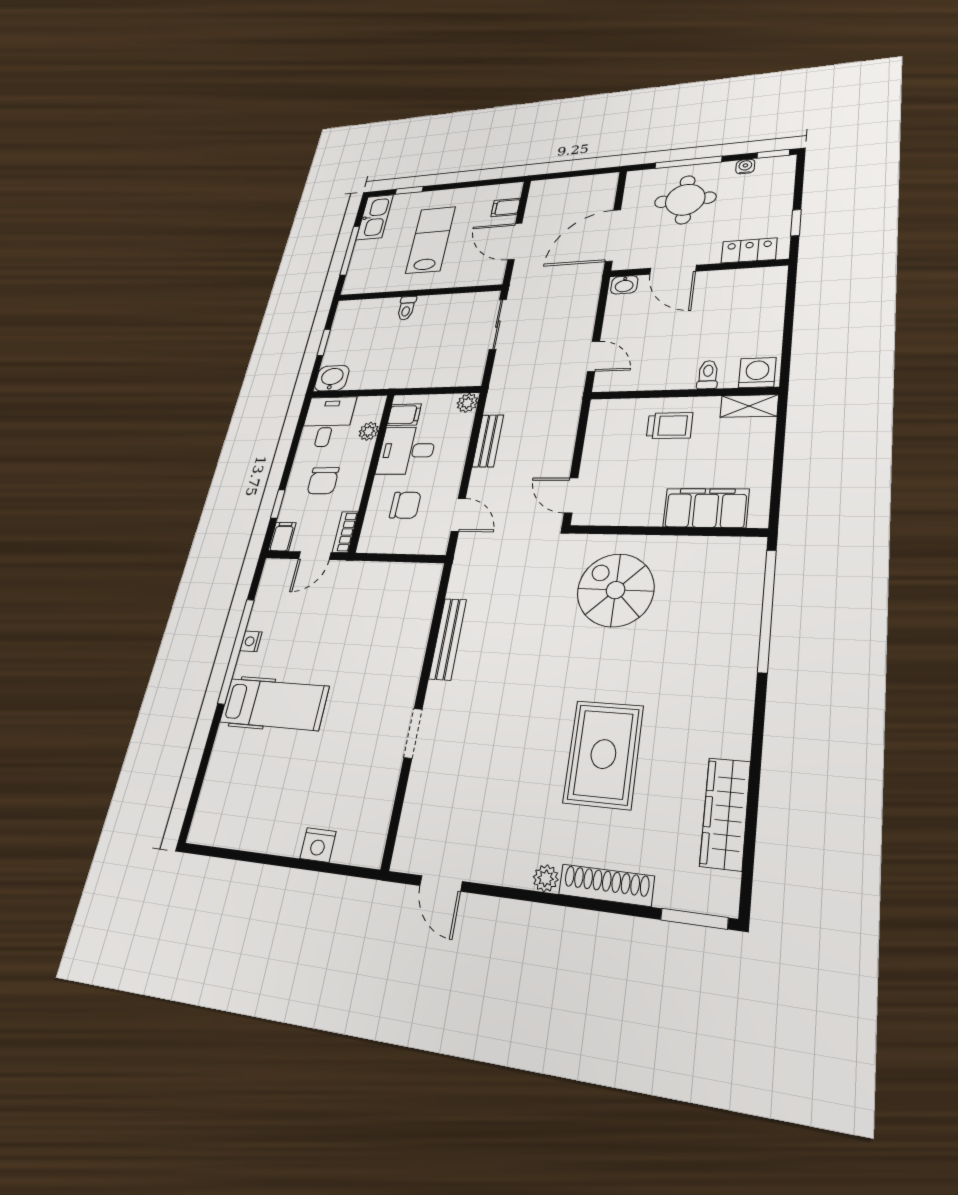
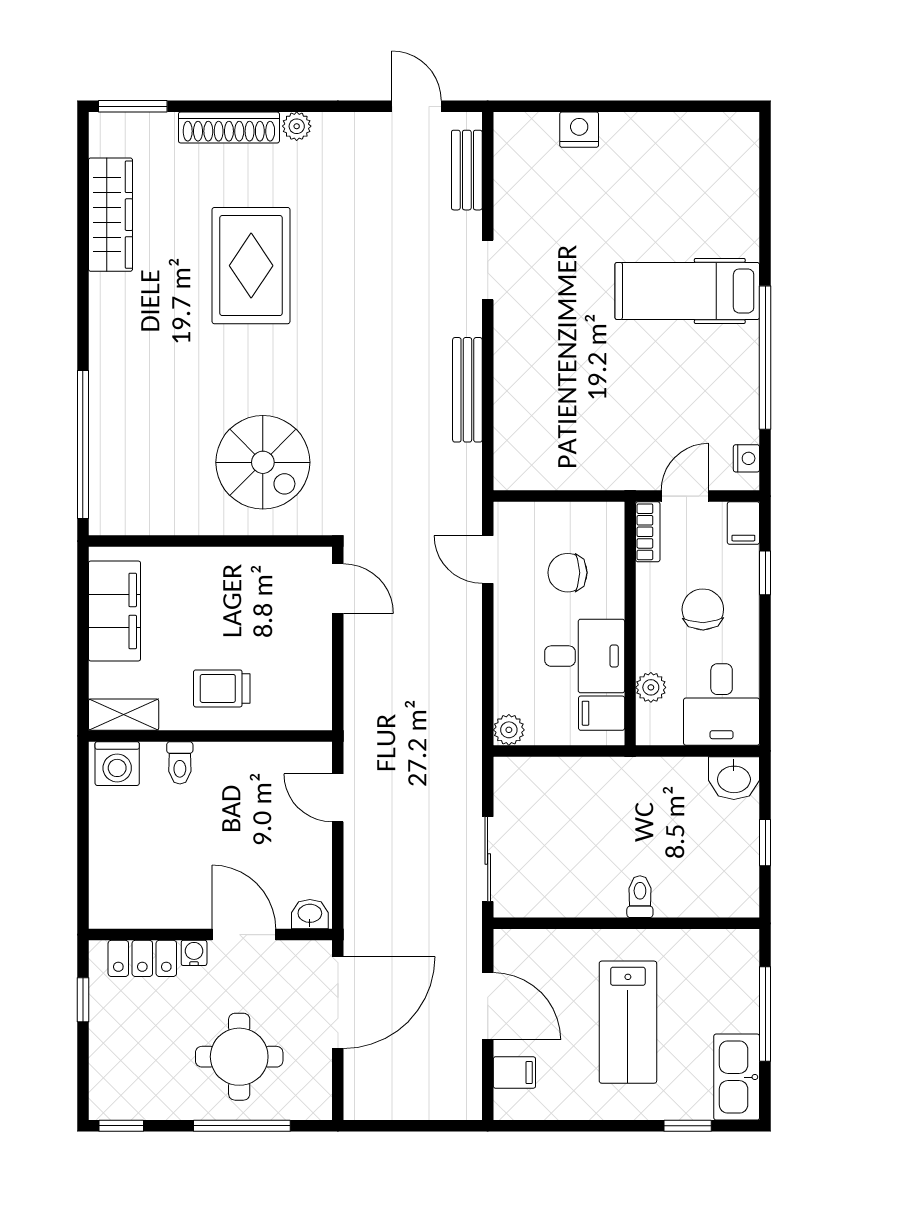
water cooler: (745, 167) -> (194, 953), moved, turned 180
bench: (488, 441) -> (467, 170), moved
filing cabinet: (706, 508) -> (114, 611), moved, turned -90
nightstand: (251, 641) -> (746, 458), moved

